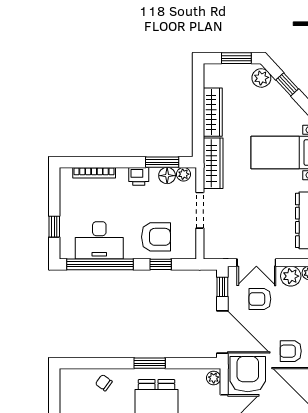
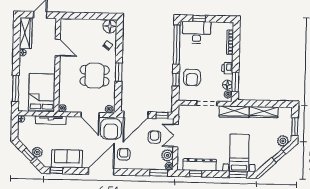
desk: (99, 240) -> (197, 32), moved, turned 90
armchair: (248, 374) -> (111, 129), turned 90
floor lamp: (71, 380) -> (110, 26), added

